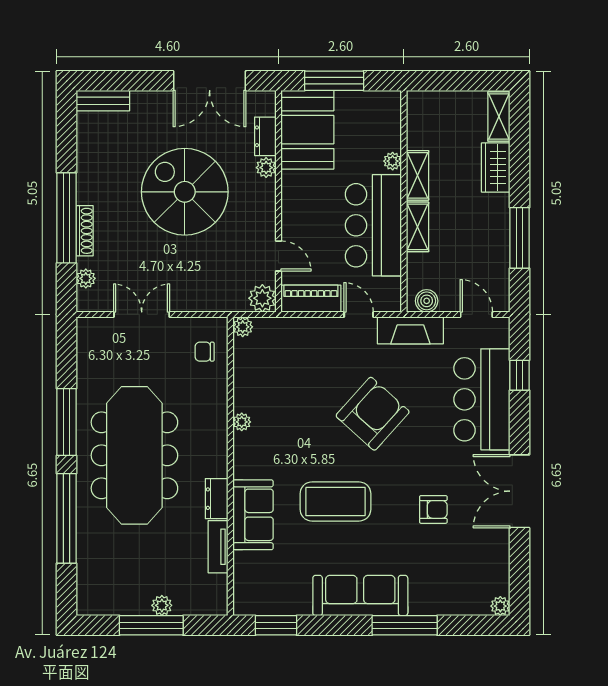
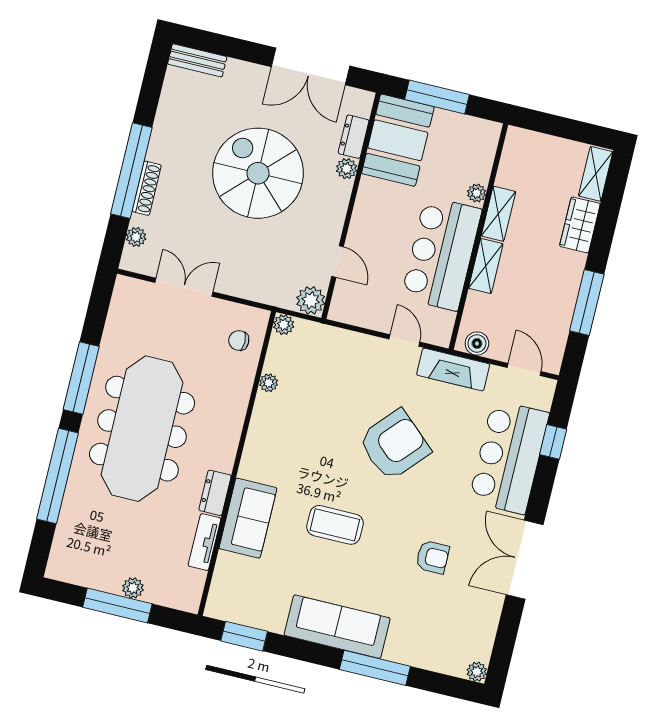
piano: (311, 299) -> (360, 313), removed
plant: (242, 422) -> (269, 383), moved
coffee table: (335, 501) -> (335, 525), width x0.73, depth x0.76

